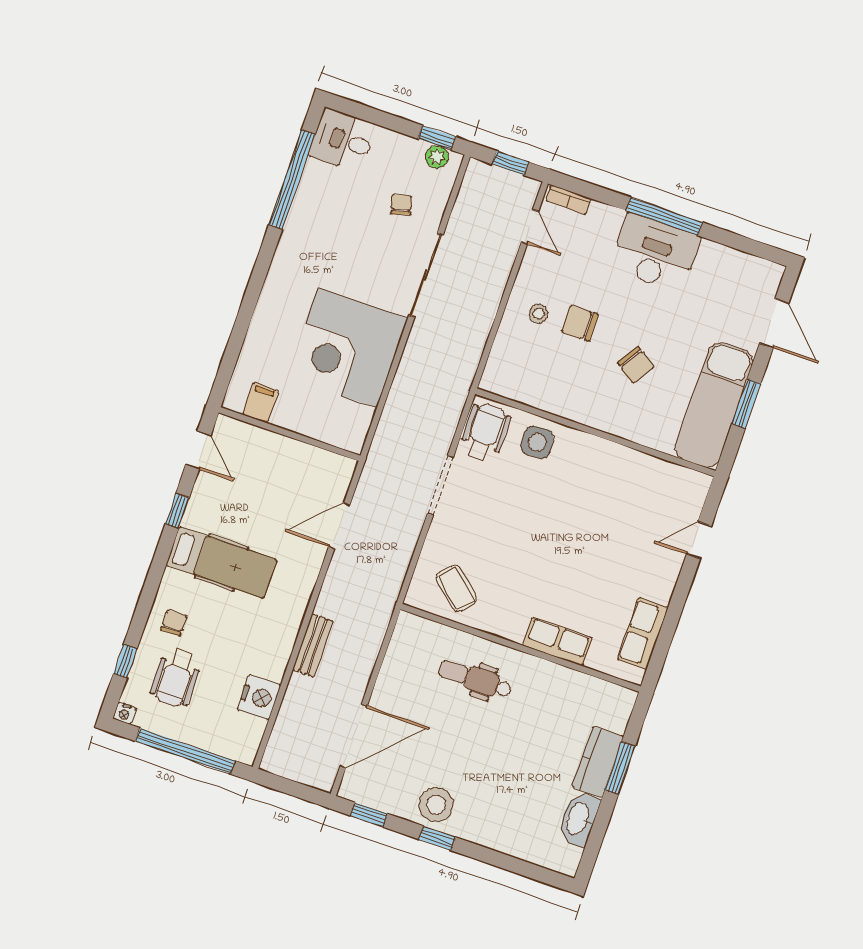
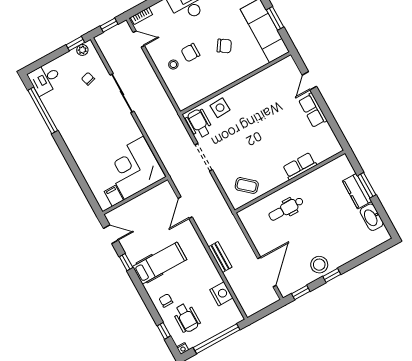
corner desk: (348, 348) -> (134, 168), moved, turned 90
row of seats: (643, 633) -> (313, 110), moved

